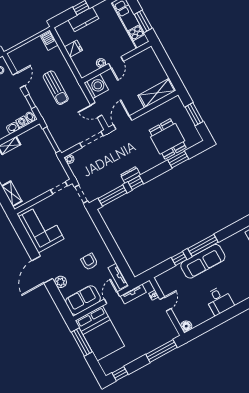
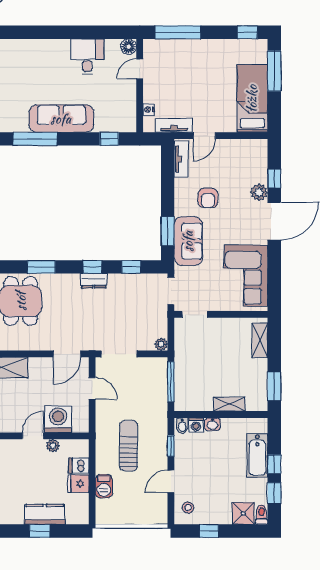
barbecue: (49, 41) -> (104, 486), moved
dishwasher: (79, 60) -> (79, 466), added
washing machine: (96, 86) -> (58, 419), moved, turned 90
window: (178, 160) -> (41, 267), moved
window: (113, 196) -> (131, 267), width x0.46
window: (103, 229) -> (168, 231), added
window: (203, 245) -> (35, 139), moved
window: (179, 258) -> (109, 139), moved
window: (56, 295) -> (274, 179), added
sofa: (83, 300) -> (188, 241), moved, turned -90
desk: (219, 300) -> (87, 57), moved
door: (165, 304) -> (140, 69), moved
bed: (100, 333) -> (252, 99), width x0.67
window: (82, 342) -> (274, 71), moved

